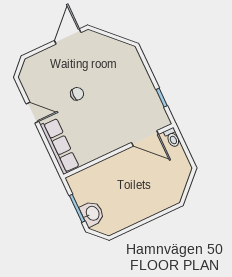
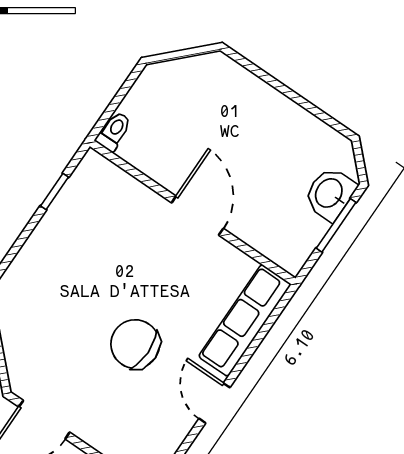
chair: (77, 94) -> (135, 344), width x1.87, depth x1.87
door: (145, 138) -> (197, 216), moved

